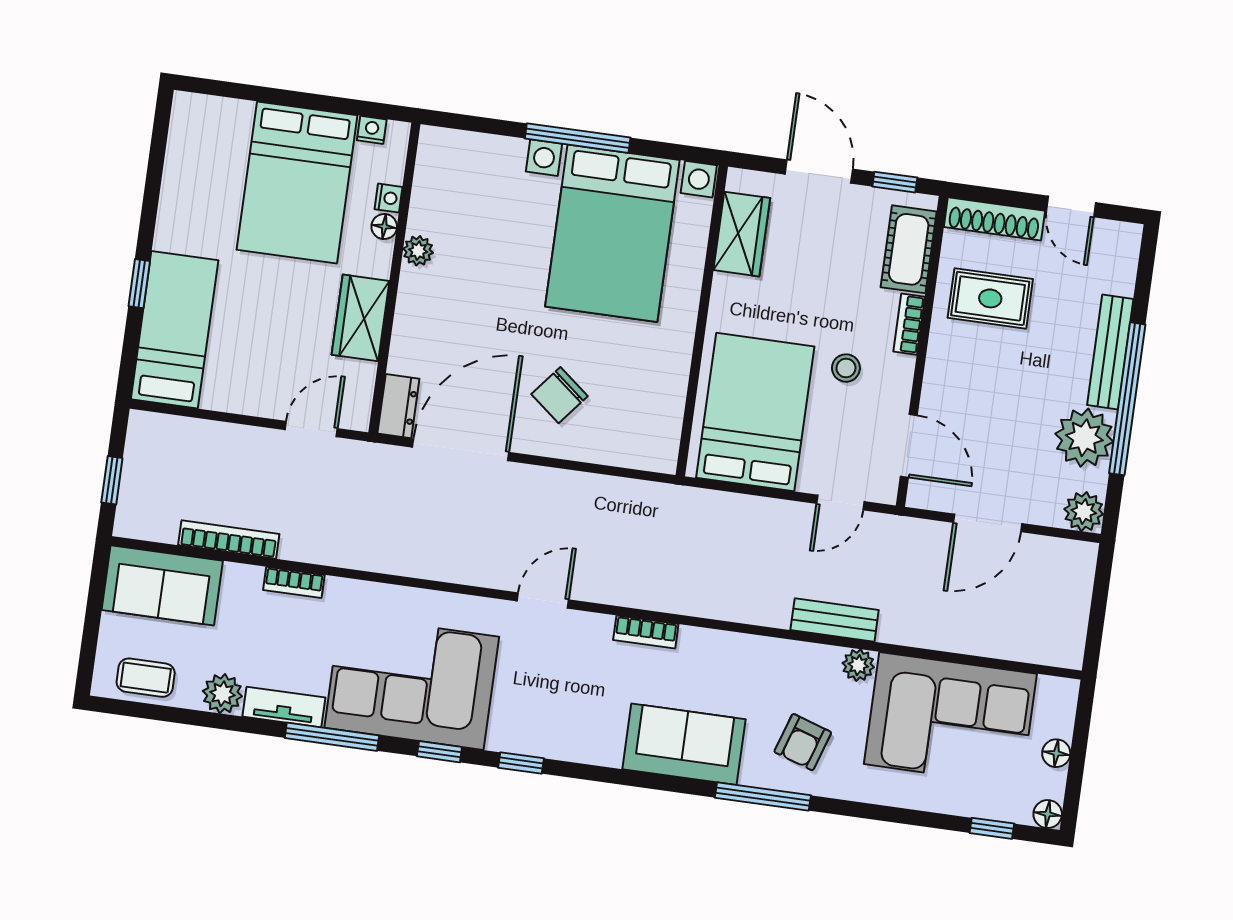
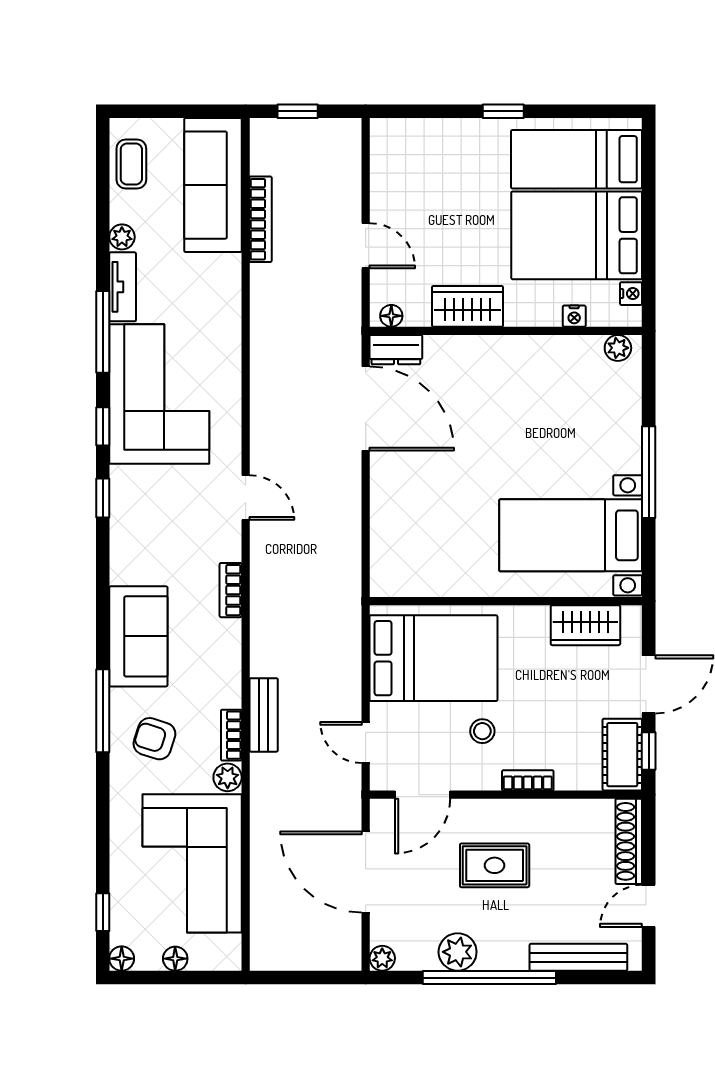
floor lamp: (384, 226) -> (391, 316), moved
bed with nightstands: (612, 233) -> (571, 535), width x0.73
cot: (909, 249) -> (622, 755), moved, turned 90
plant: (418, 251) -> (618, 348), moved
window: (139, 284) -> (503, 111), moved
rug: (990, 298) -> (495, 865), moved, turned 90
bed: (175, 330) -> (577, 159), moved, turned 180
bench: (1110, 352) -> (578, 957), moved
chair: (559, 395) -> (425, 487), removed
door: (311, 429) -> (366, 246), moved
plant: (1084, 438) -> (458, 952), width x0.73, depth x0.73
plant: (1084, 512) -> (382, 958), width x0.73, depth x0.73
door: (988, 523) -> (366, 872), width x1.36
bookcase: (294, 582) -> (231, 735), moved
sofa: (162, 585) -> (213, 185), width x1.36
bench: (835, 620) -> (264, 715), moved
plant: (222, 694) -> (122, 237), width x0.73, depth x0.73

